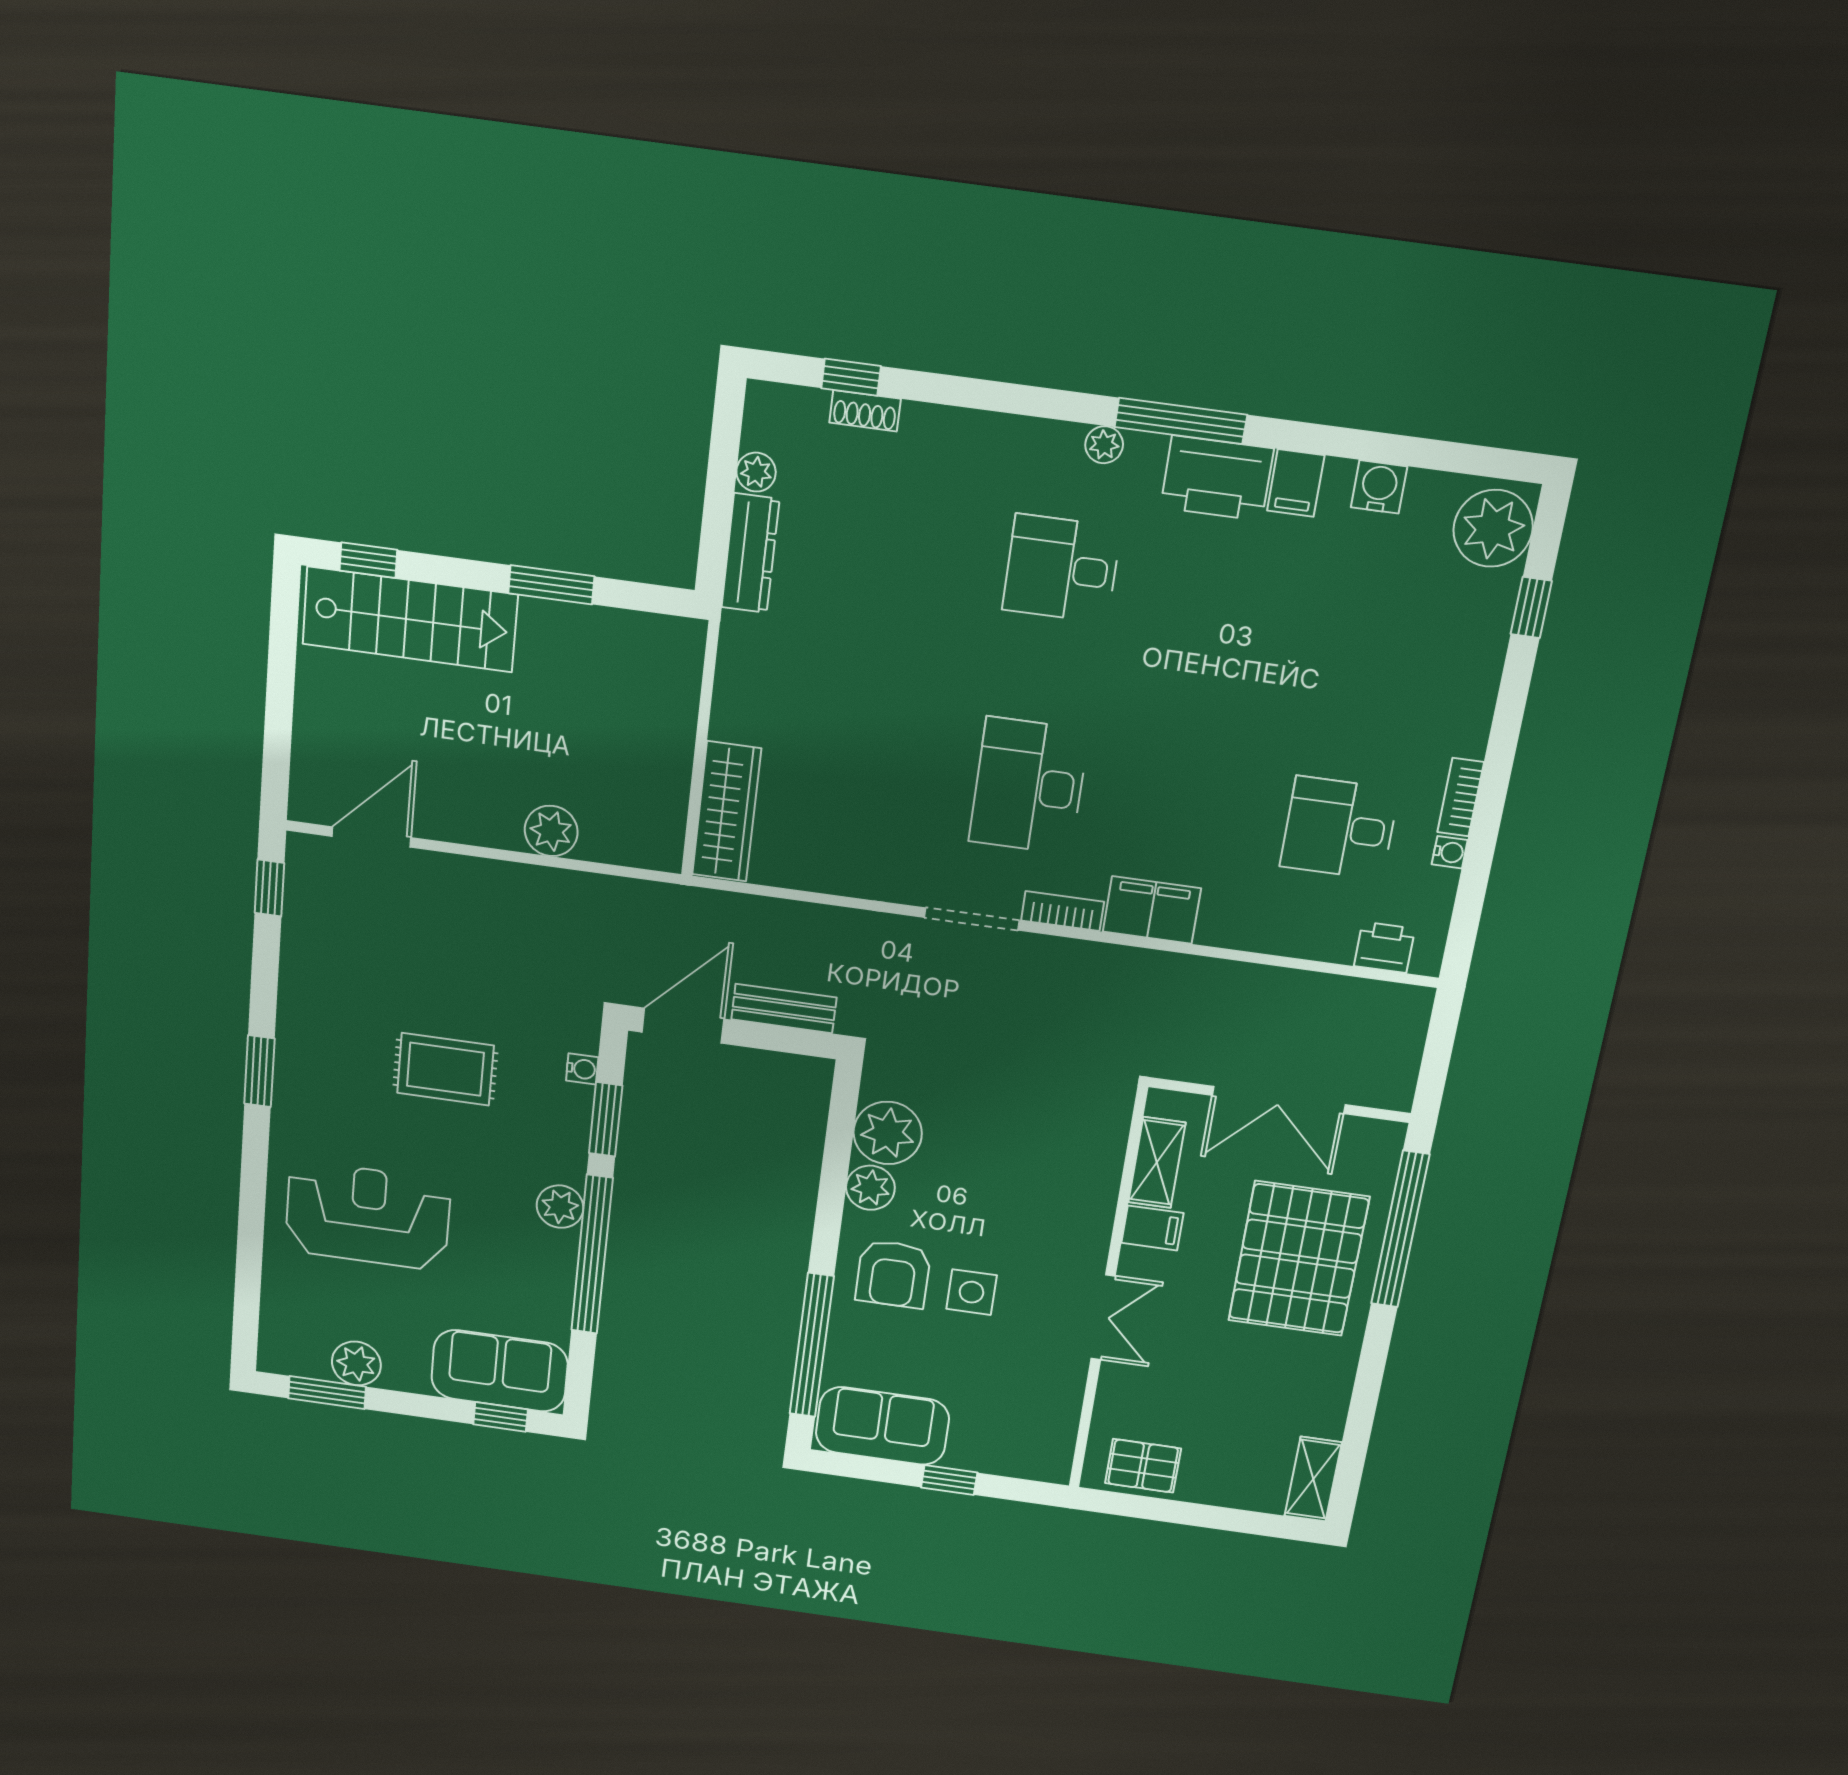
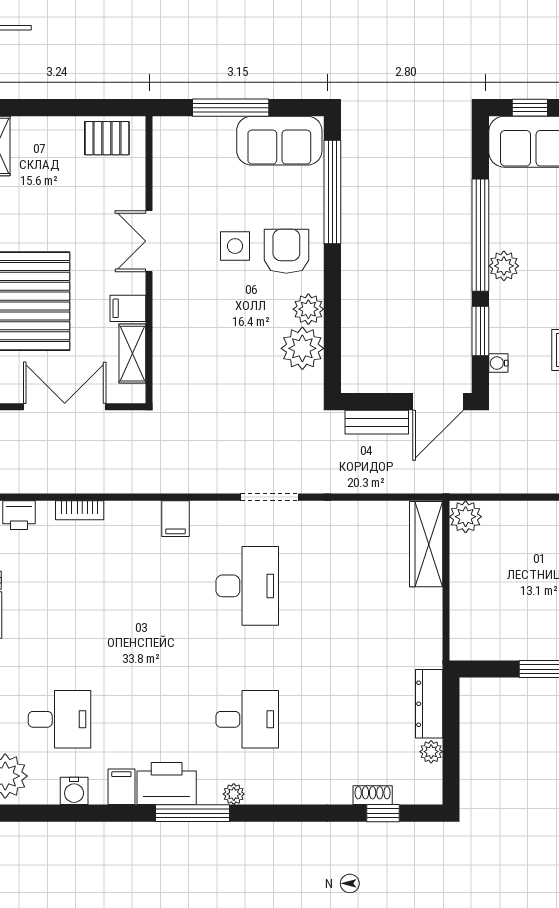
desk: (1339, 828) -> (59, 719), moved
plant: (551, 831) -> (466, 517), moved
filing cabinet: (1152, 910) -> (176, 519), width x0.50
bookcase: (1062, 911) -> (80, 510), moved
window: (949, 1480) -> (231, 108), width x2.17

